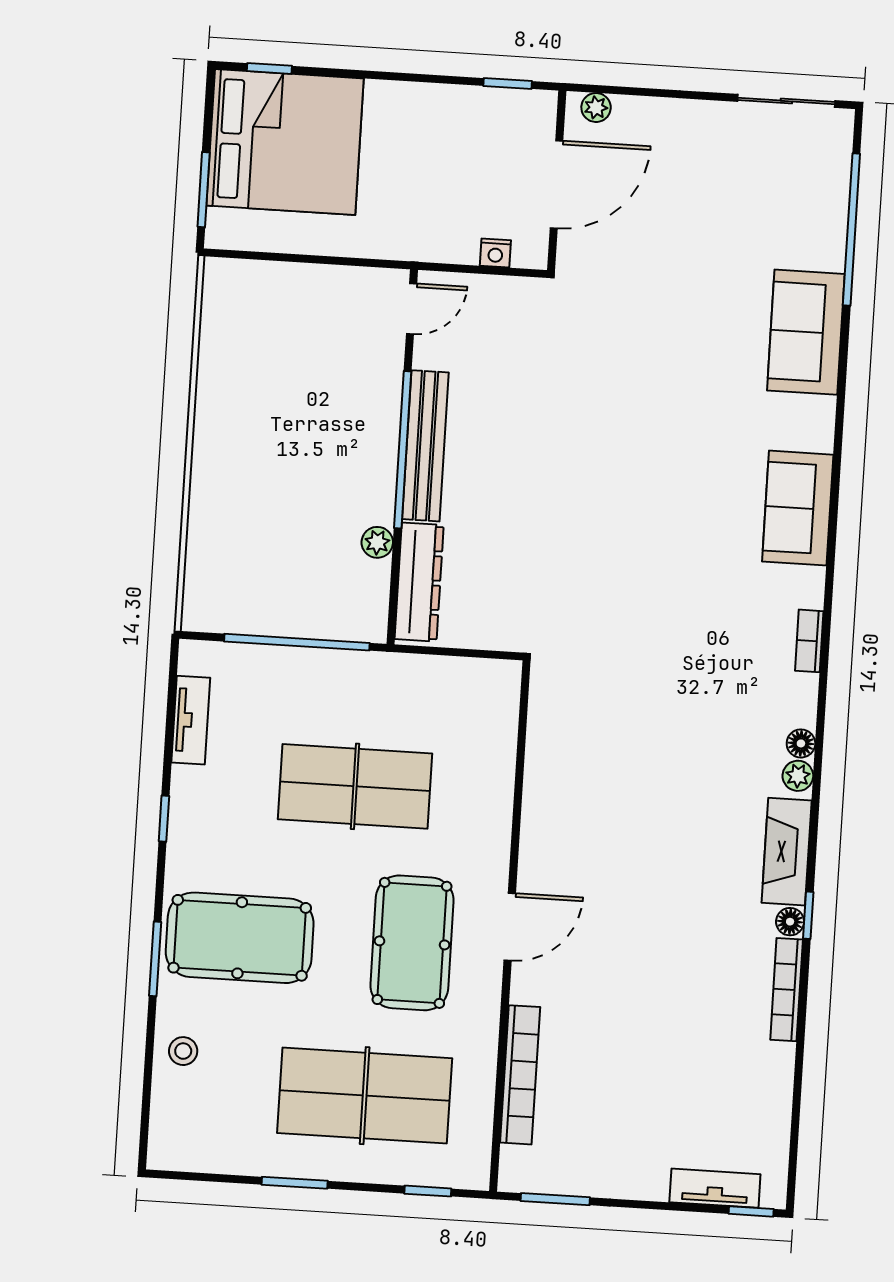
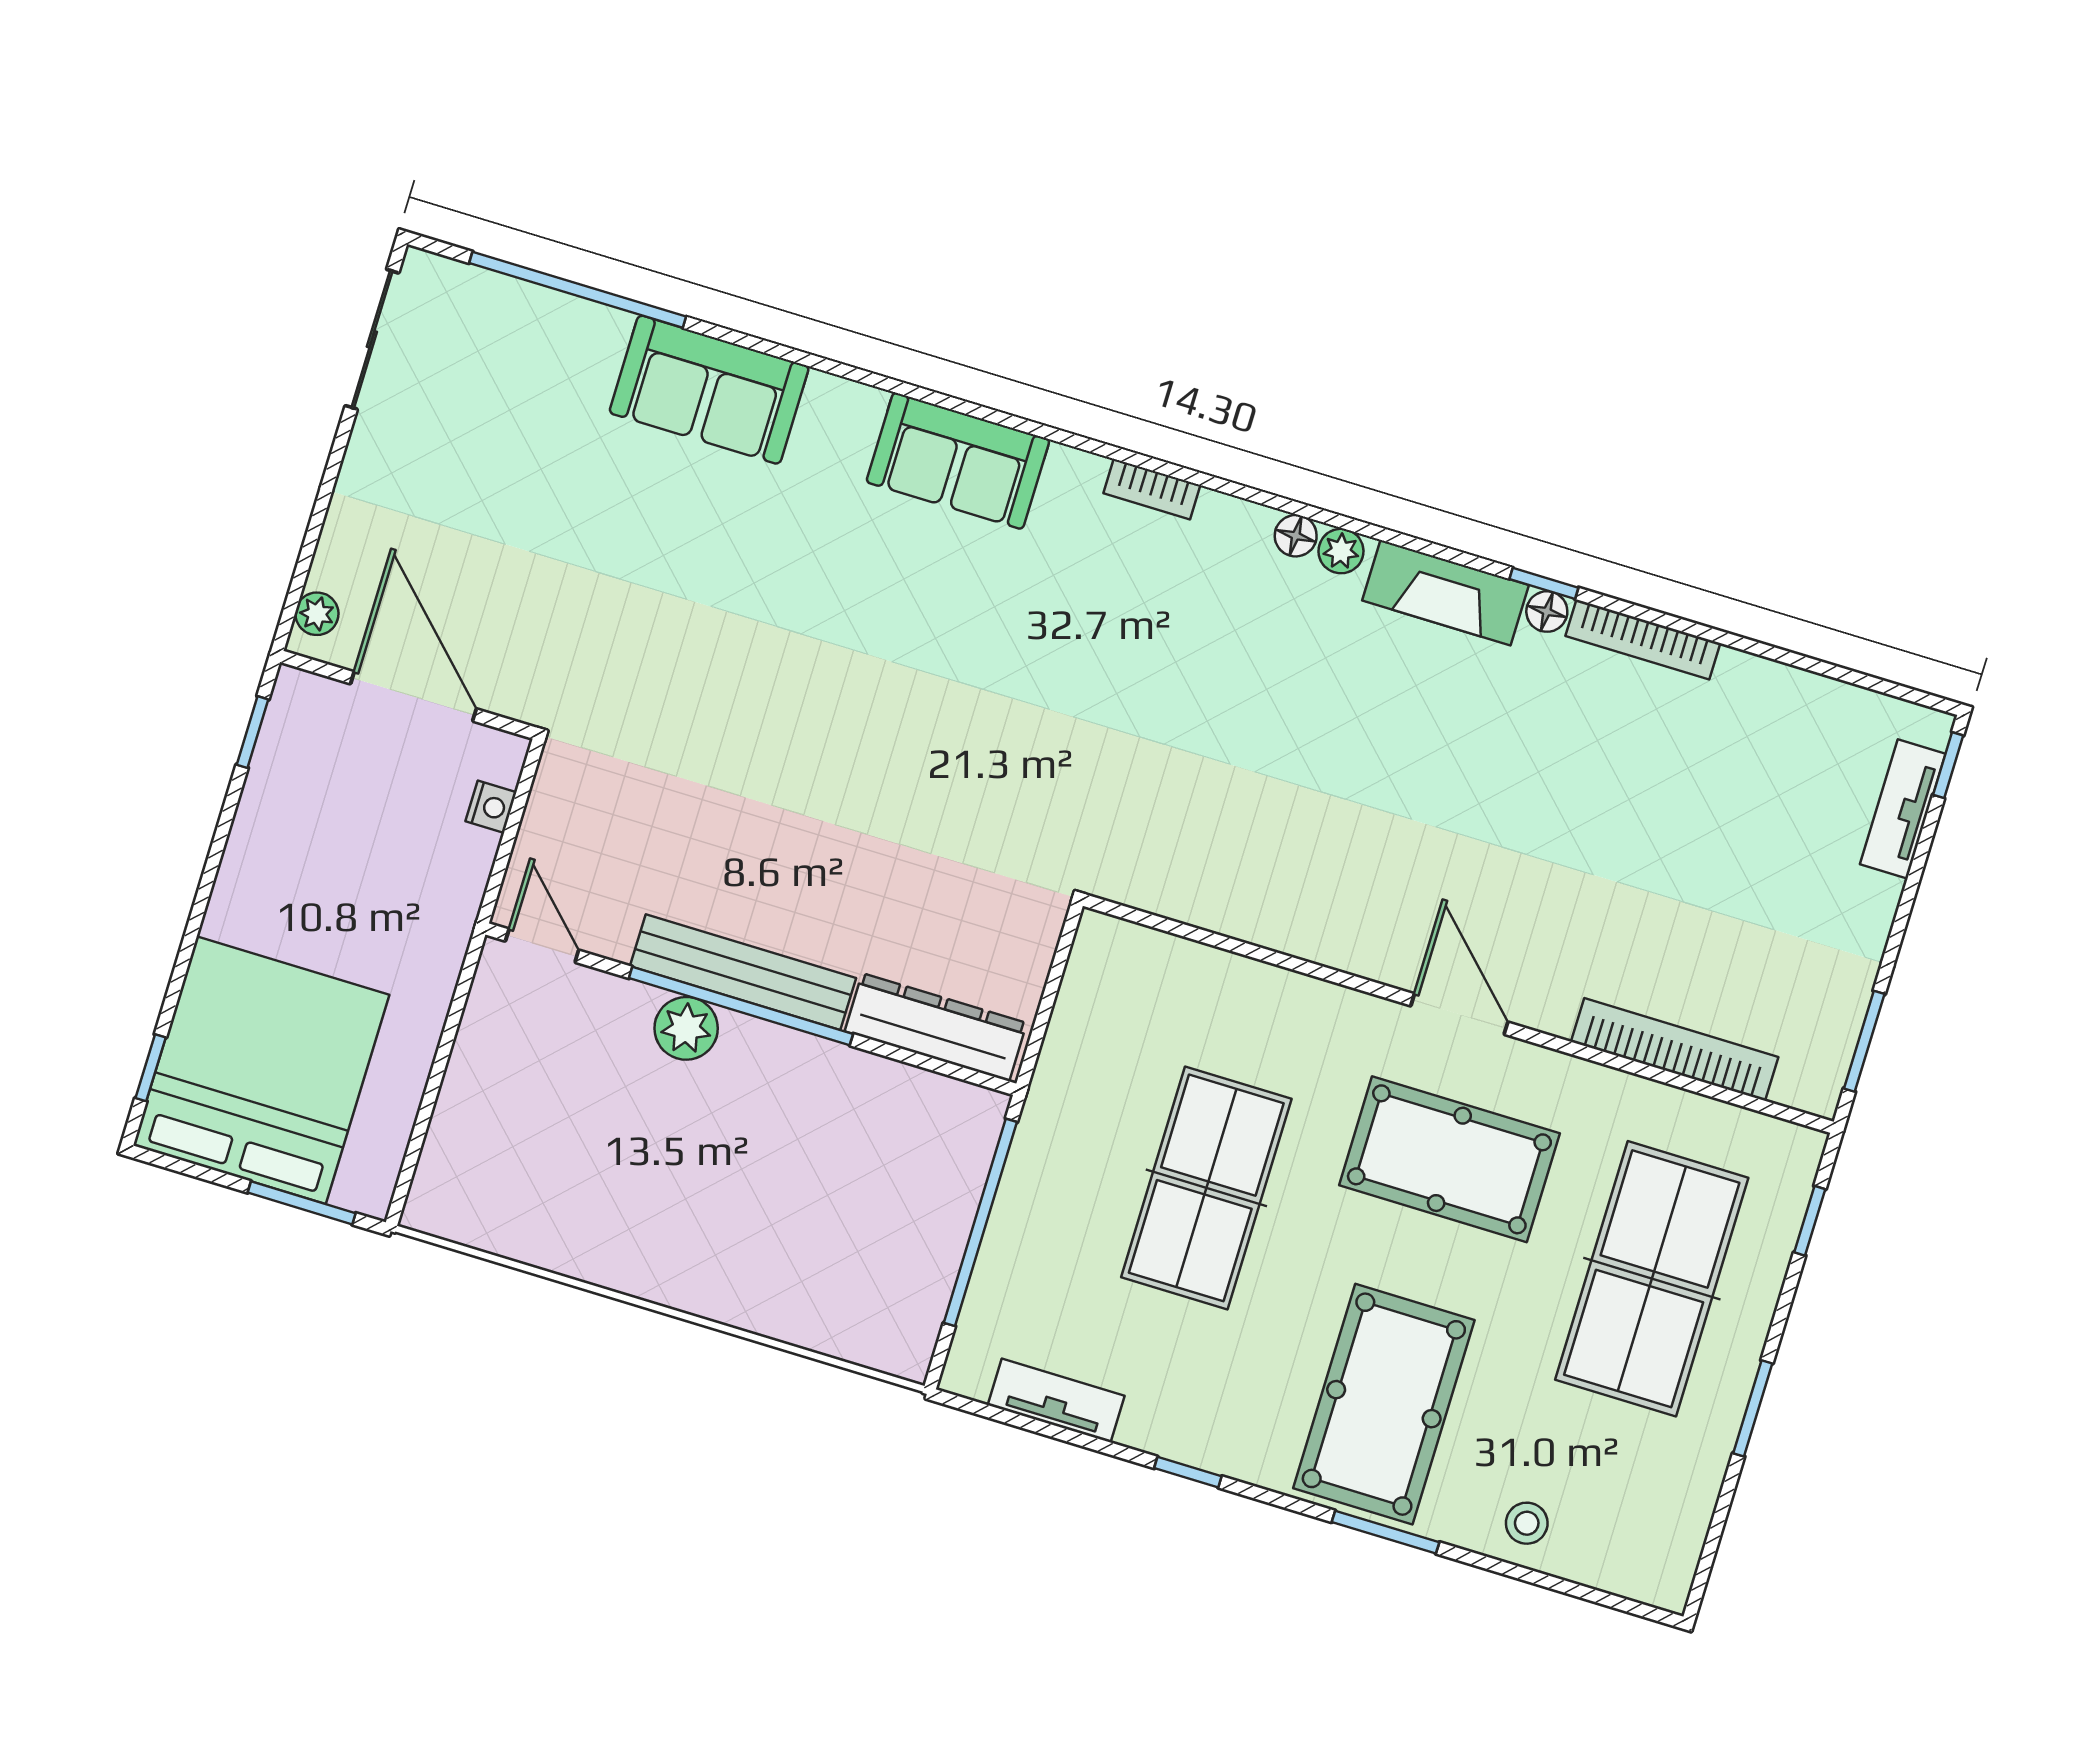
plant: (377, 542) -> (686, 1028), moved, width x1.38, depth x1.38

